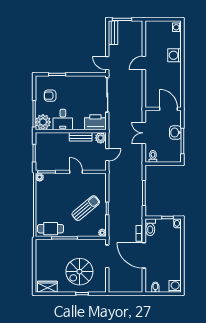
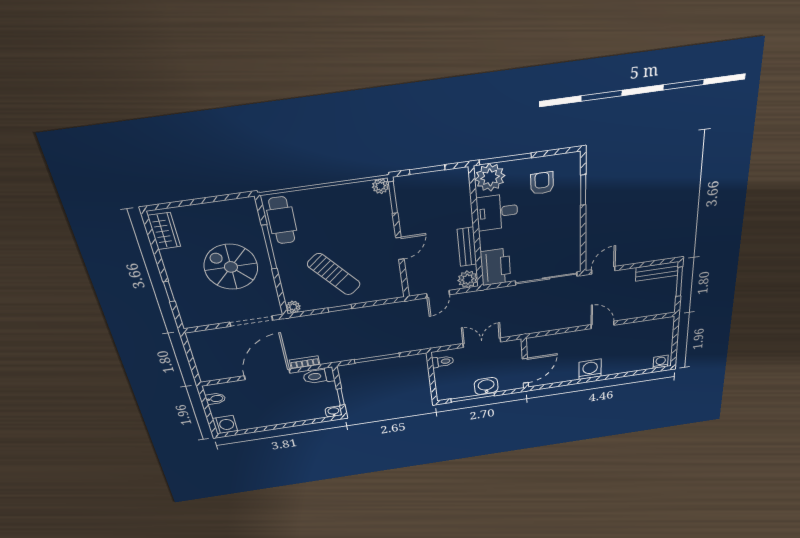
washing machine: (175, 55) -> (590, 369), moved
door: (107, 155) -> (438, 294), hinge flipped
spiral stairs: (79, 272) -> (231, 267), moved

